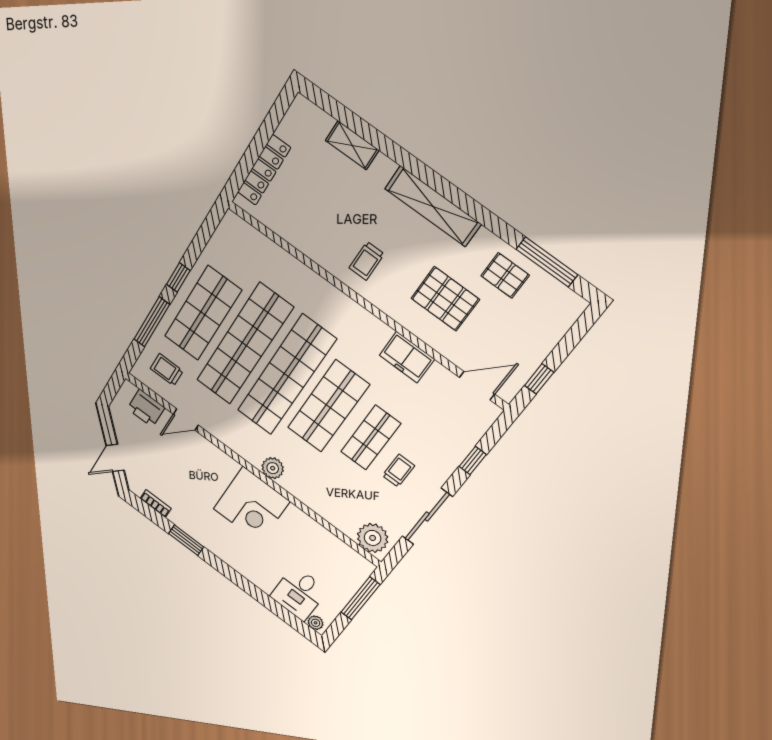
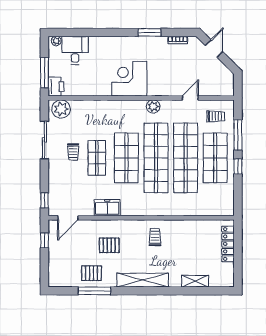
window: (547, 262) -> (94, 291), moved
pallet: (445, 299) -> (109, 245), width x0.67, depth x0.71
printer: (146, 408) -> (56, 87), moved, turned 90
window: (473, 461) -> (44, 200), moved
plant: (273, 468) -> (153, 107), moved

